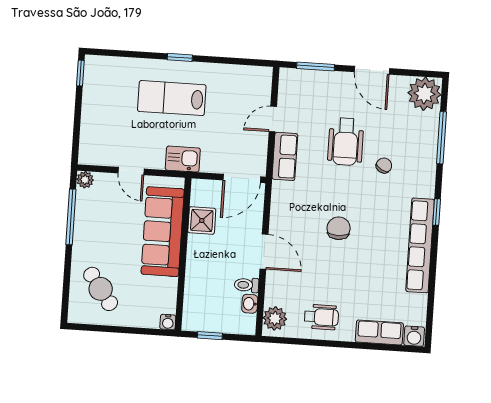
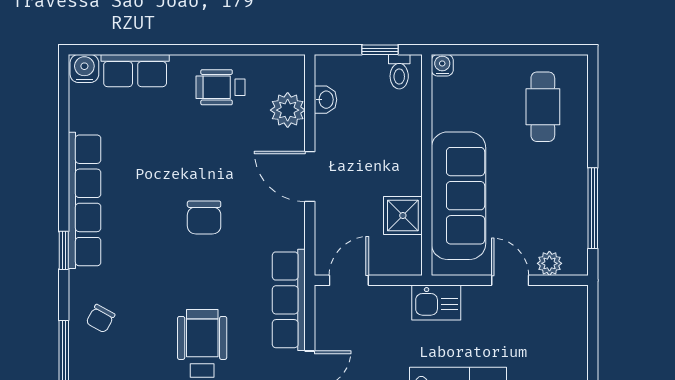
row of seats: (285, 156) -> (289, 300), width x1.48
chair: (384, 166) -> (100, 319), moved
door: (242, 178) -> (349, 280), width x0.73
plant: (85, 180) -> (549, 263), moved
toilet: (247, 285) -> (399, 72), moved, turned 90
cafe table: (101, 289) -> (543, 107), turned 36
plant: (275, 318) -> (288, 110), moved

